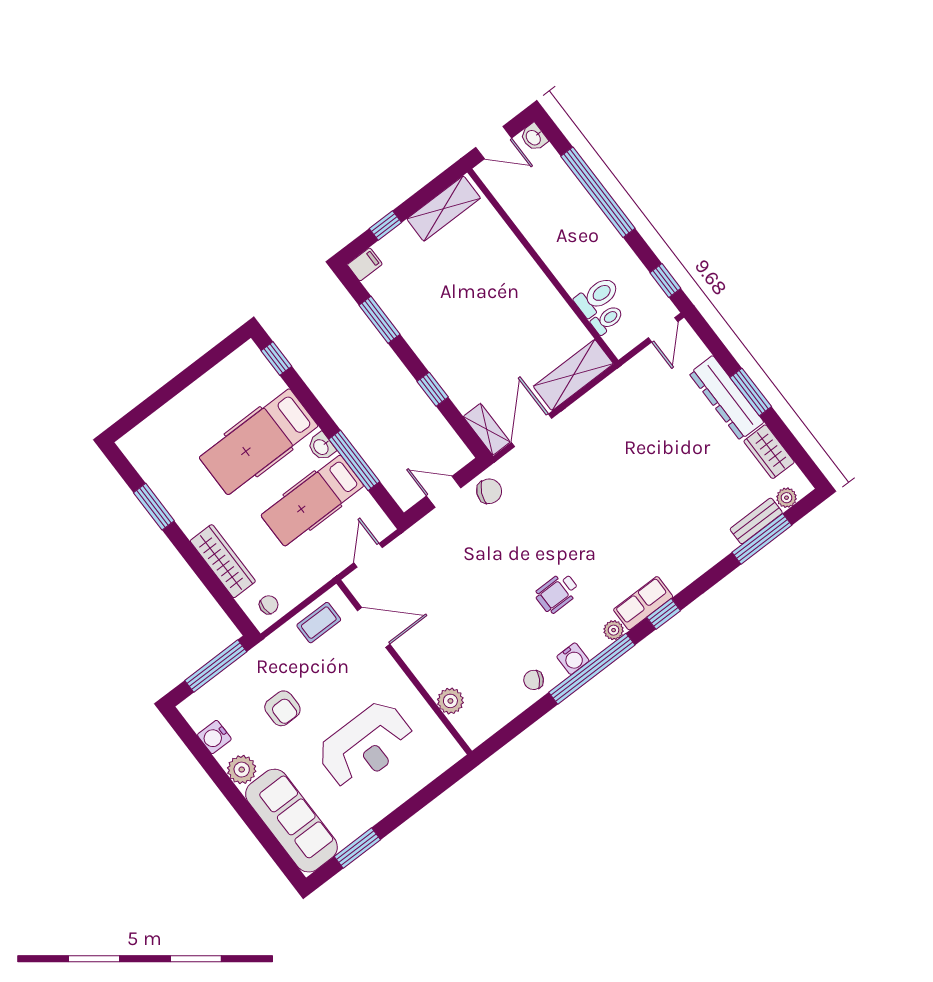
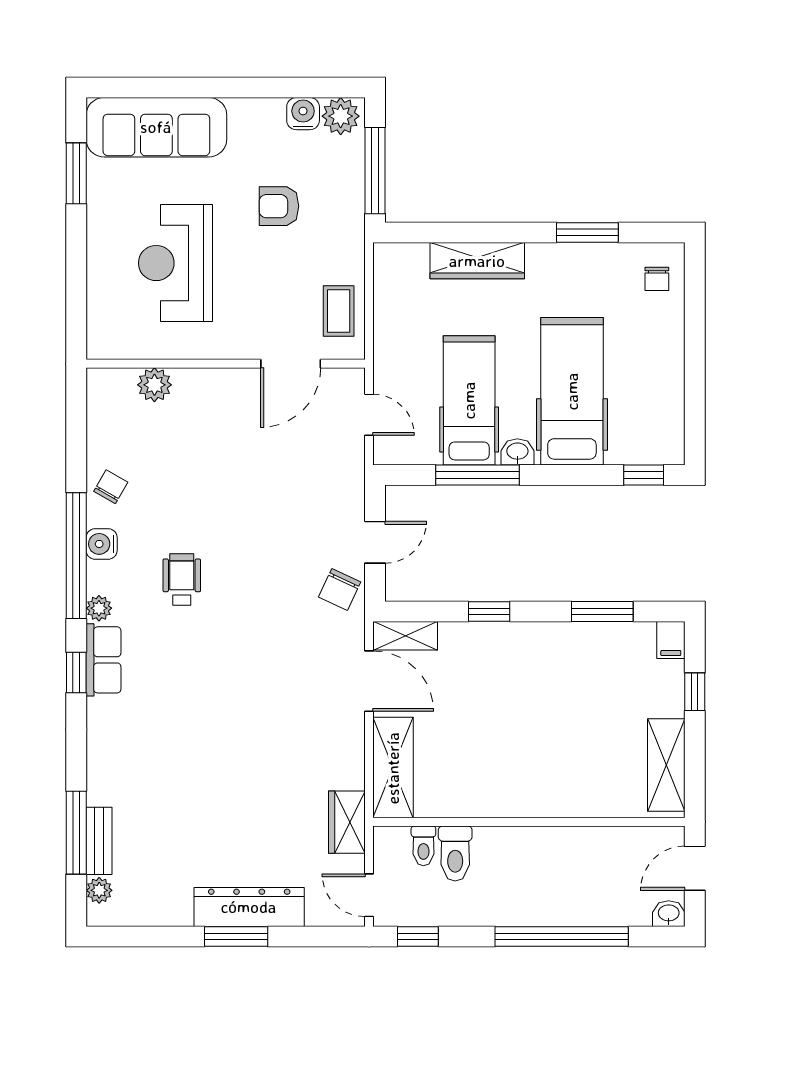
wardrobe: (769, 452) -> (347, 822), moved, turned -90
chair: (269, 605) -> (657, 279), moved
plant: (242, 770) -> (341, 116), moved

